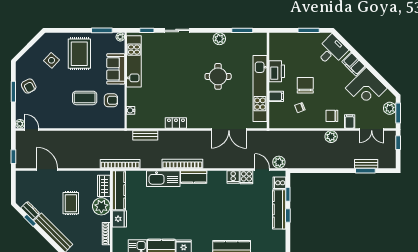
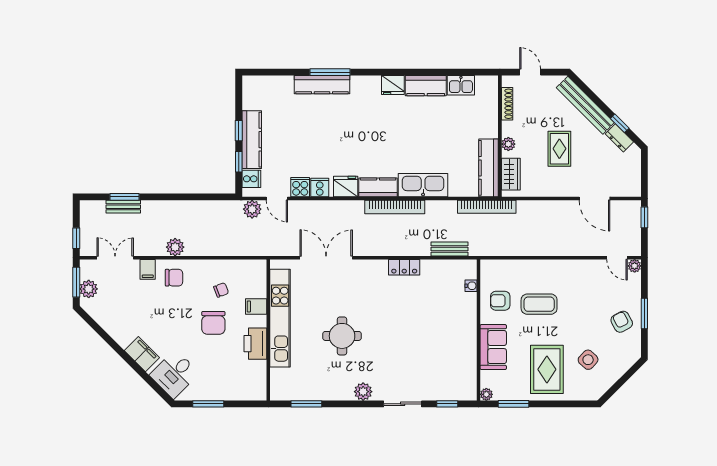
plant: (219, 39) -> (363, 392), moved
kitchen unit: (134, 61) -> (466, 358), removed
corner desk: (366, 88) -> (123, 318), removed
plant: (101, 206) -> (508, 144), width x0.53, depth x0.53
fridge: (119, 219) -> (346, 187), moved, turned 90

